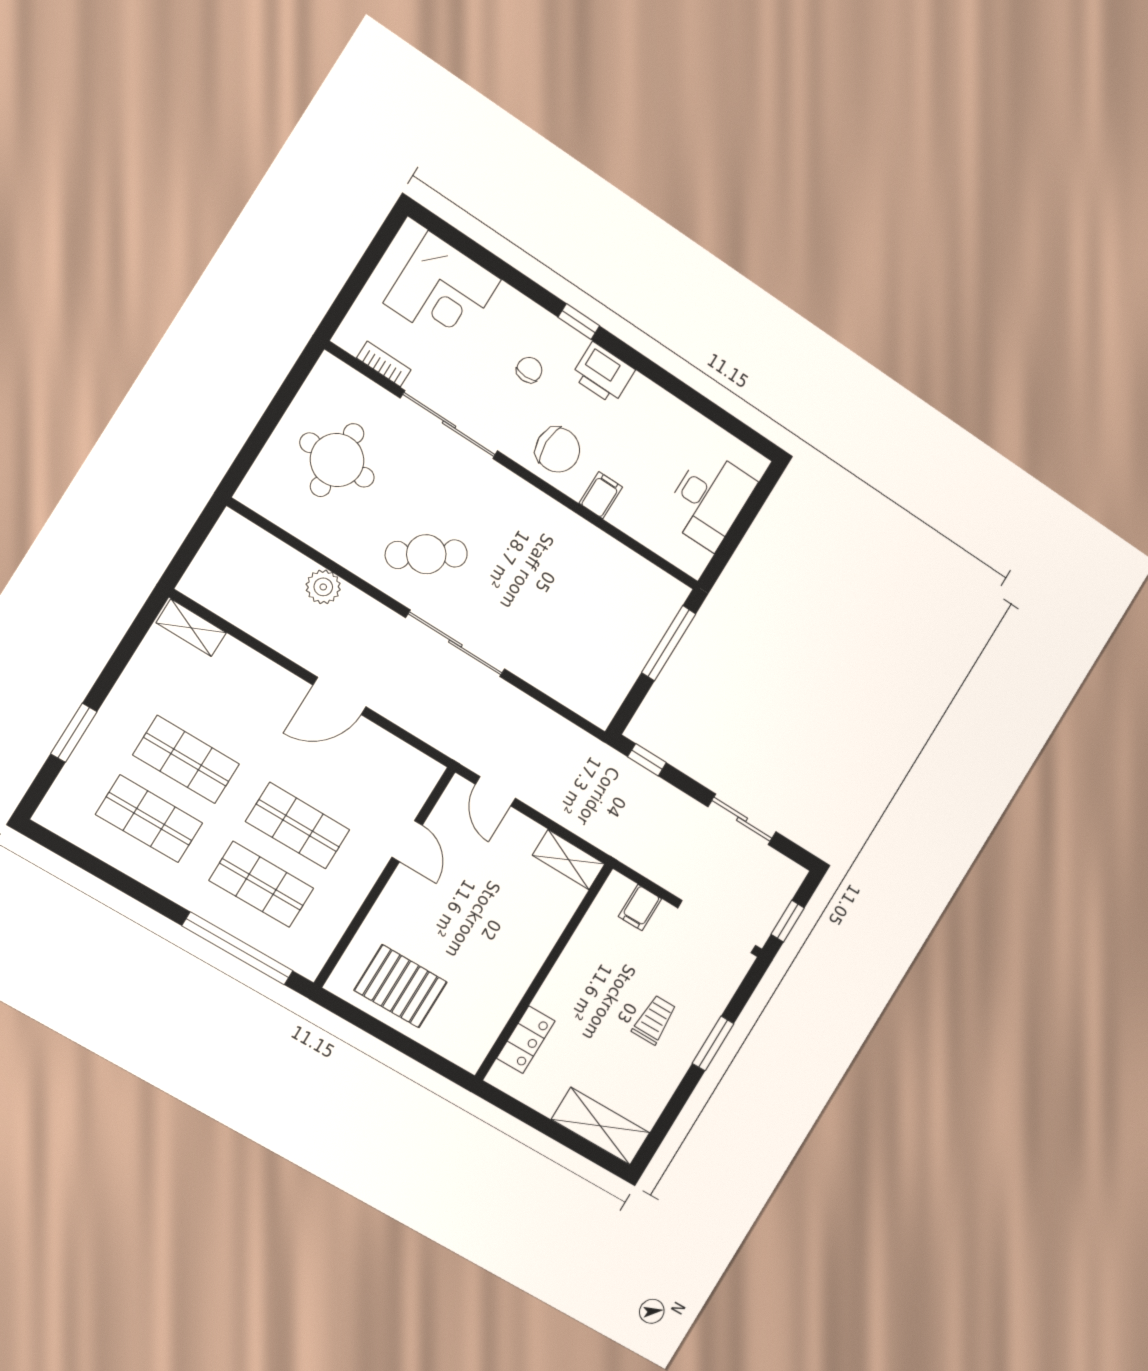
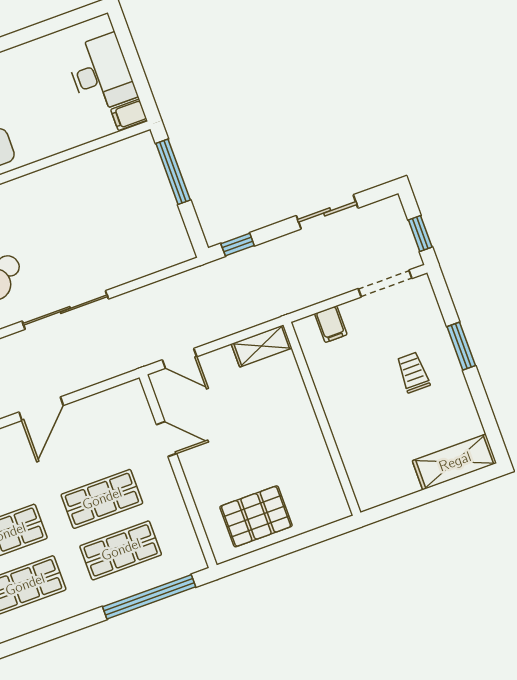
filing cabinet: (601, 495) -> (129, 115), moved, turned -90
doorway: (717, 927) -> (385, 283), width x0.73
locker: (526, 1040) -> (357, 465), removed

